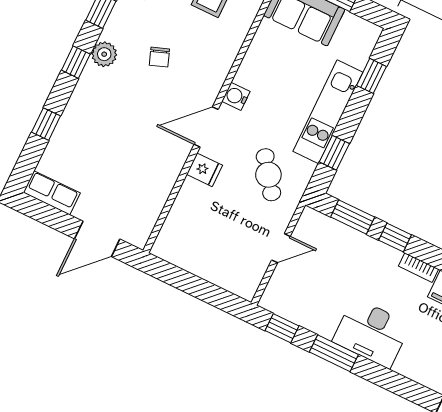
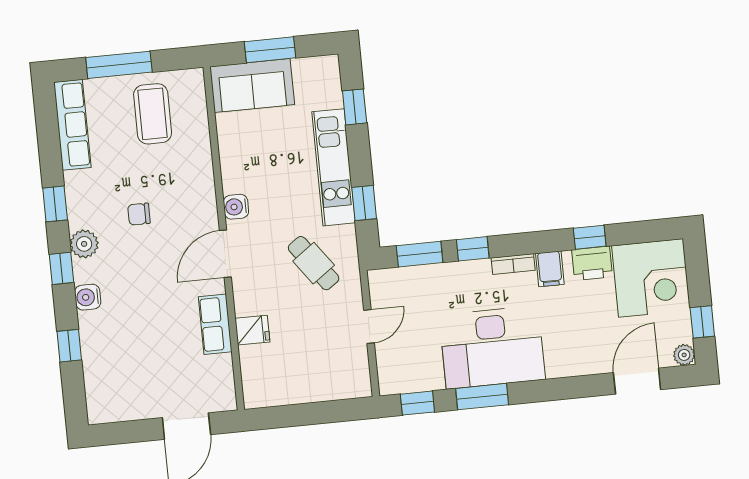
chair: (159, 57) -> (139, 214), turned 110
water cooler: (82, 96) -> (88, 297), added
fridge: (204, 170) -> (252, 330), moved
row of seats: (52, 193) -> (215, 324), moved, turned -90
desk: (372, 333) -> (492, 347), width x1.36, depth x1.30

